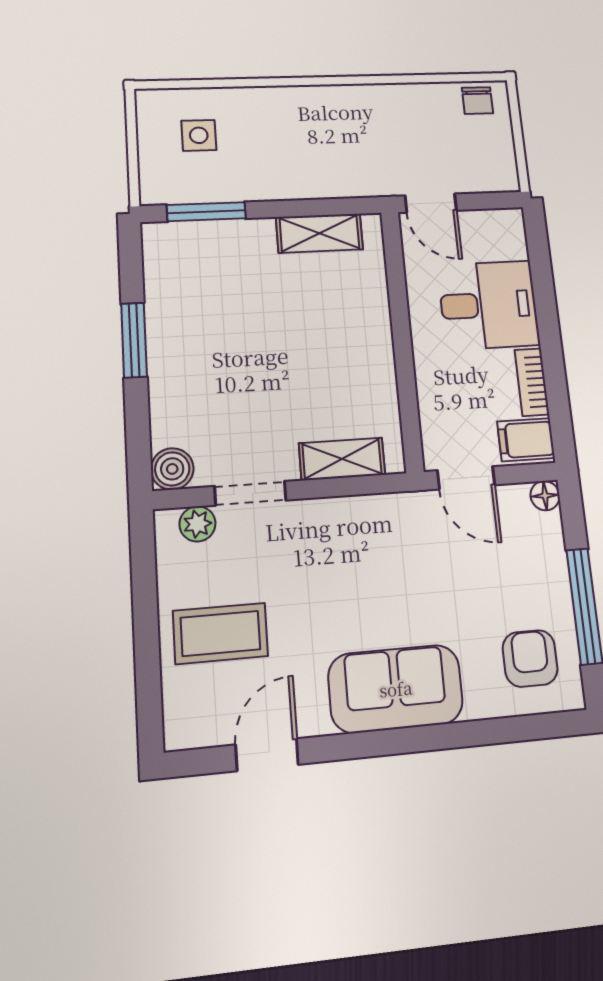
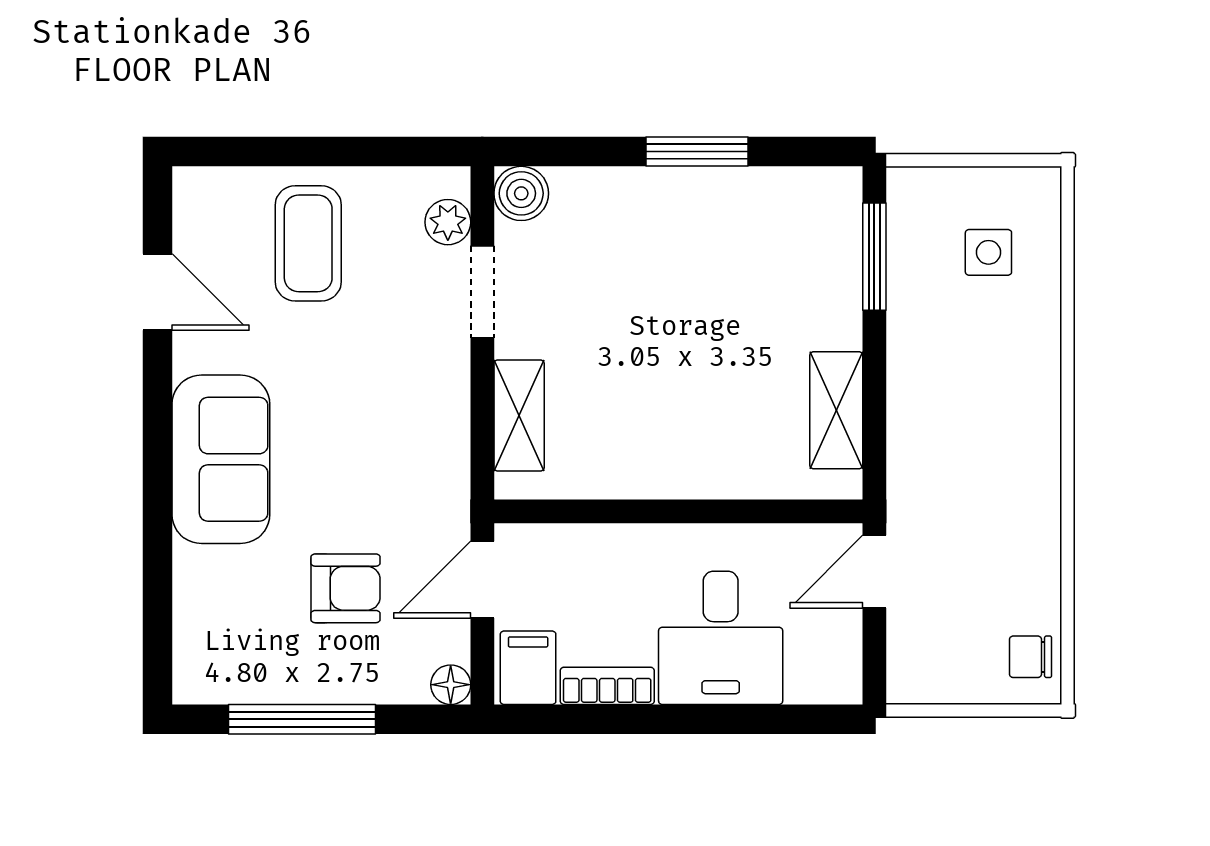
armchair: (530, 658) -> (345, 588), moved

